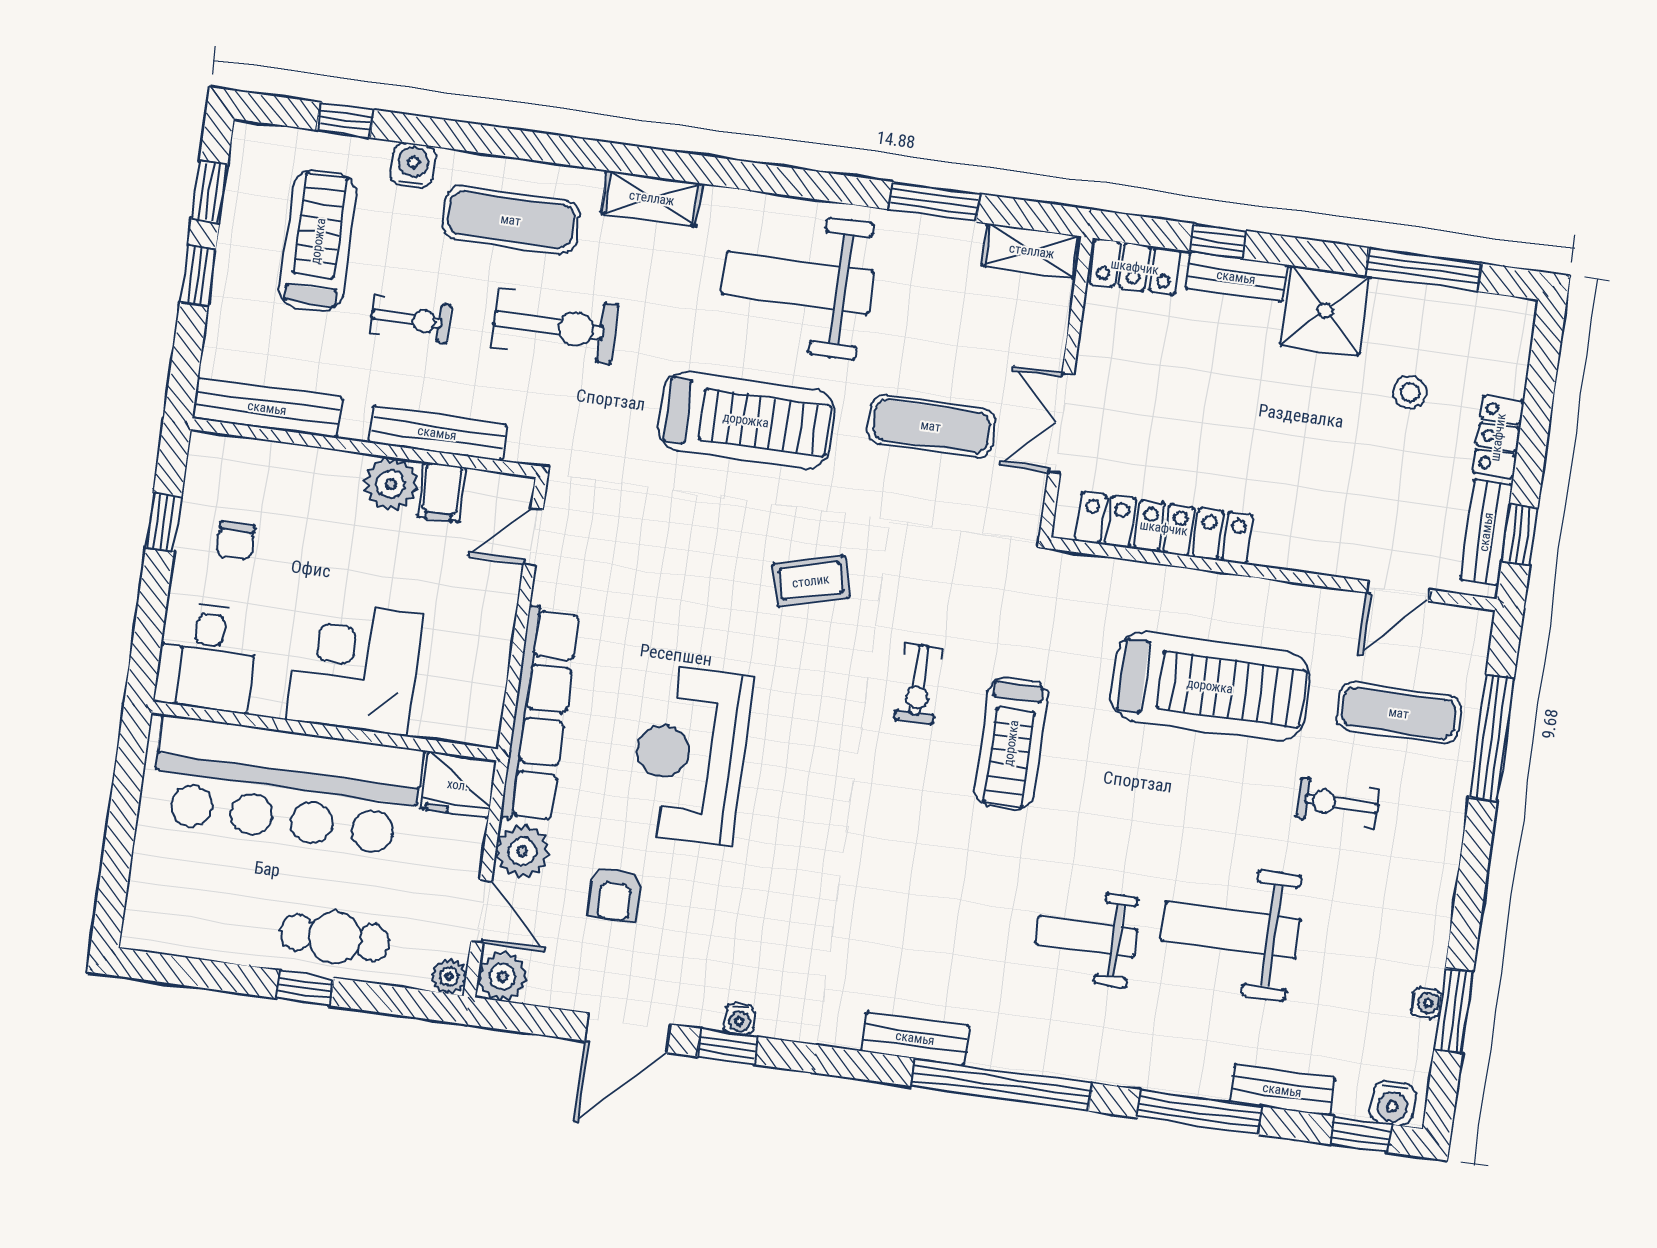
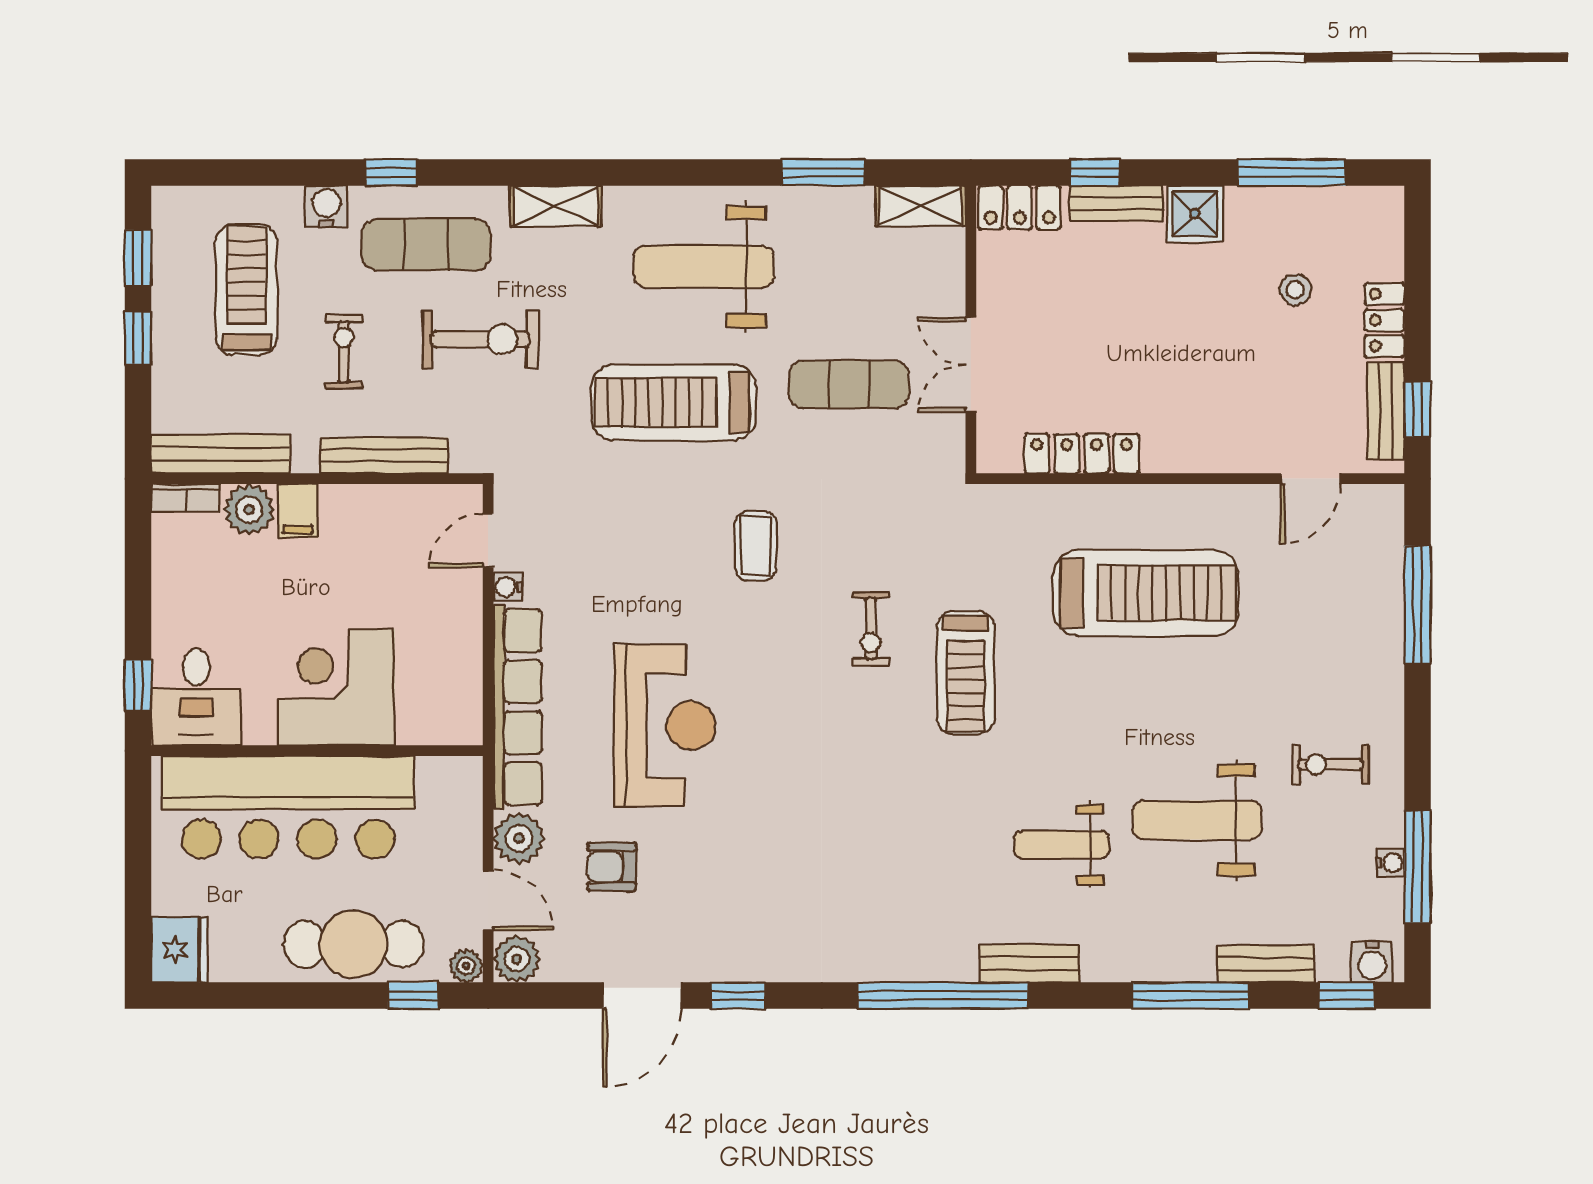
window: (345, 120) -> (391, 172), moved
shower: (1325, 311) -> (1195, 214), width x0.73, depth x0.73
exercise bike: (410, 319) -> (344, 352), turned -90
treadmill: (746, 420) -> (674, 403), turned 180
bookcase: (224, 448) -> (186, 498), added
plant: (391, 484) -> (249, 509), moved
filing cabinet: (442, 492) -> (298, 511), moved
window: (164, 522) -> (138, 685), moved
locker: (1164, 528) -> (1082, 454), width x0.71, depth x0.83
chair: (235, 541) -> (208, 583), removed
coffee table: (811, 581) -> (756, 546), turned -75
exercise mat: (1399, 713) -> (1327, 593), removed
reception desk: (690, 755) -> (665, 726), turned 180
fridge: (458, 785) -> (179, 950), moved, turned -90
exercise bike: (1338, 803) -> (1330, 765), moved
armchair: (615, 894) -> (612, 867), turned 90
cafe table: (335, 938) -> (354, 944), width x1.37, depth x1.35
window: (305, 988) -> (413, 996), moved
window: (1454, 1011) -> (1417, 867), width x1.44
water cooler: (739, 1019) -> (508, 587), moved, turned 90
bench: (915, 1038) -> (1029, 963), moved
window: (1001, 1085) -> (942, 996), moved

